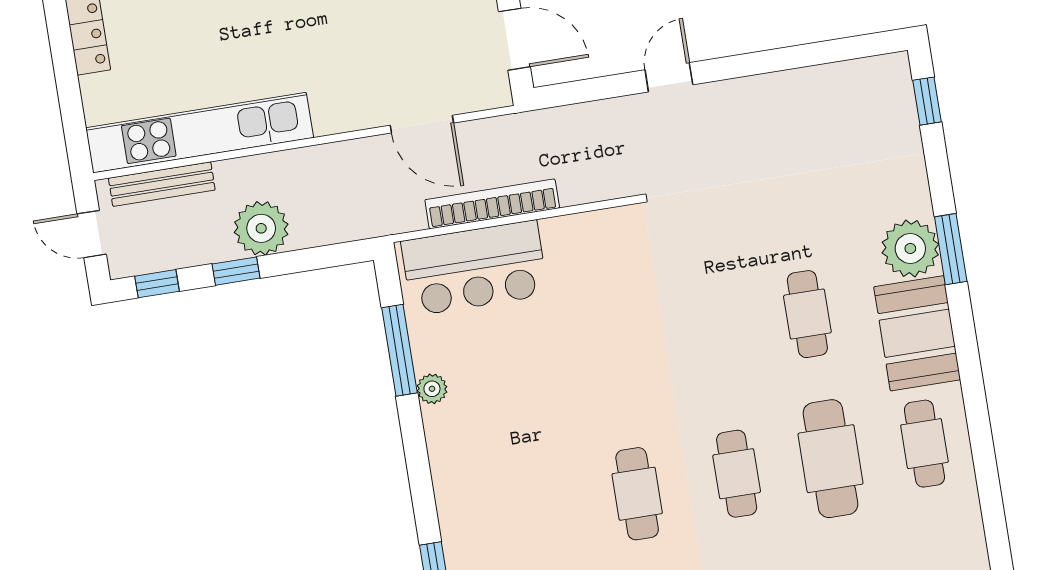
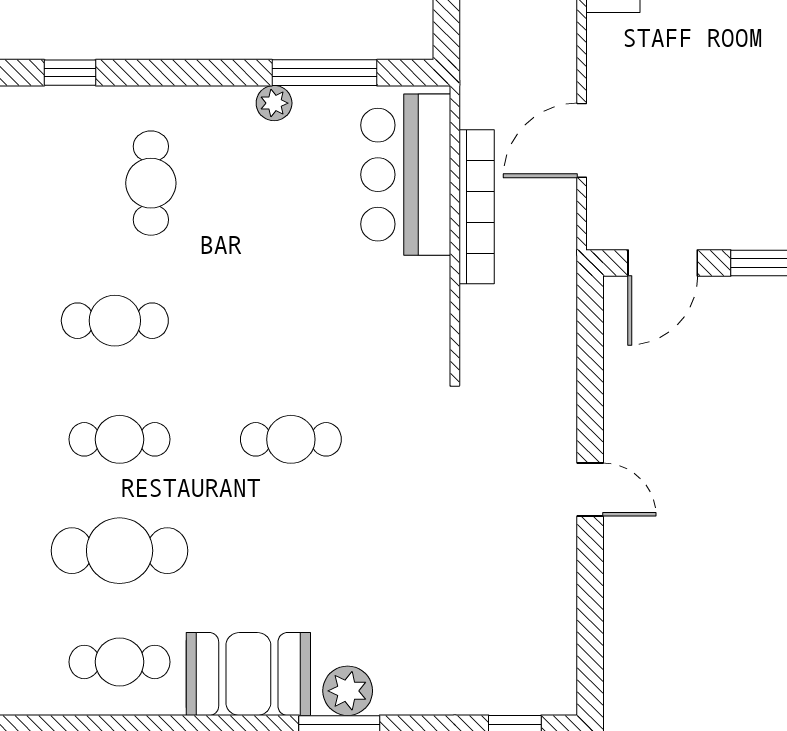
door: (669, 77) -> (590, 490), moved
plant: (910, 248) -> (348, 691), width x0.73, depth x0.73
cafe table: (807, 314) -> (291, 439), moved
cafe table: (516, 482) -> (151, 183), added

